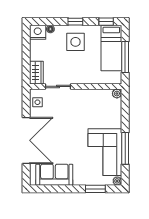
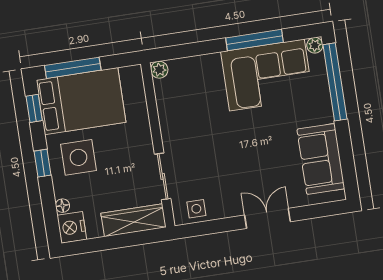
bed: (111, 48) -> (81, 101), width x1.50
window: (125, 57) -> (73, 68), moved
wardrobe: (36, 73) -> (133, 220), width x1.50
double door: (26, 140) -> (268, 218), width x0.54
window: (95, 189) -> (335, 82), width x2.11

